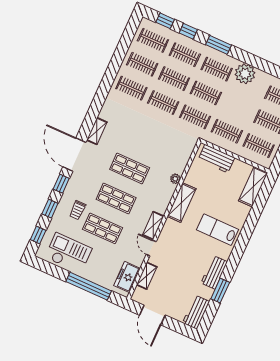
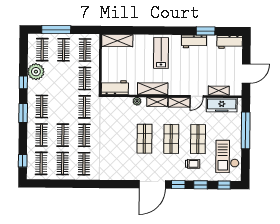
window: (188, 31) -> (23, 82), moved
plant: (245, 74) -> (36, 72), moved
clothes rail: (206, 93) -> (63, 107), removed
shelving: (97, 131) -> (157, 102), moved
workbench: (216, 159) -> (115, 88), moved, turned -90
lab bench: (218, 230) -> (161, 53), turned 180
freezer: (127, 277) -> (222, 105), width x1.40

